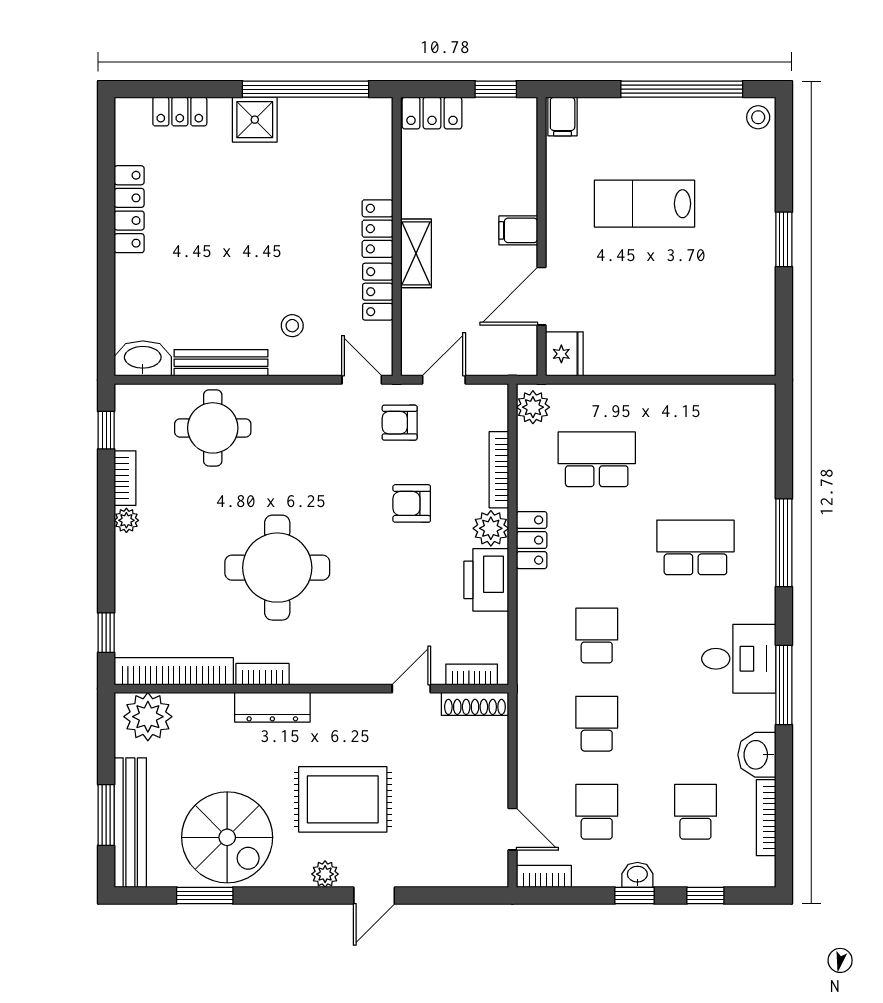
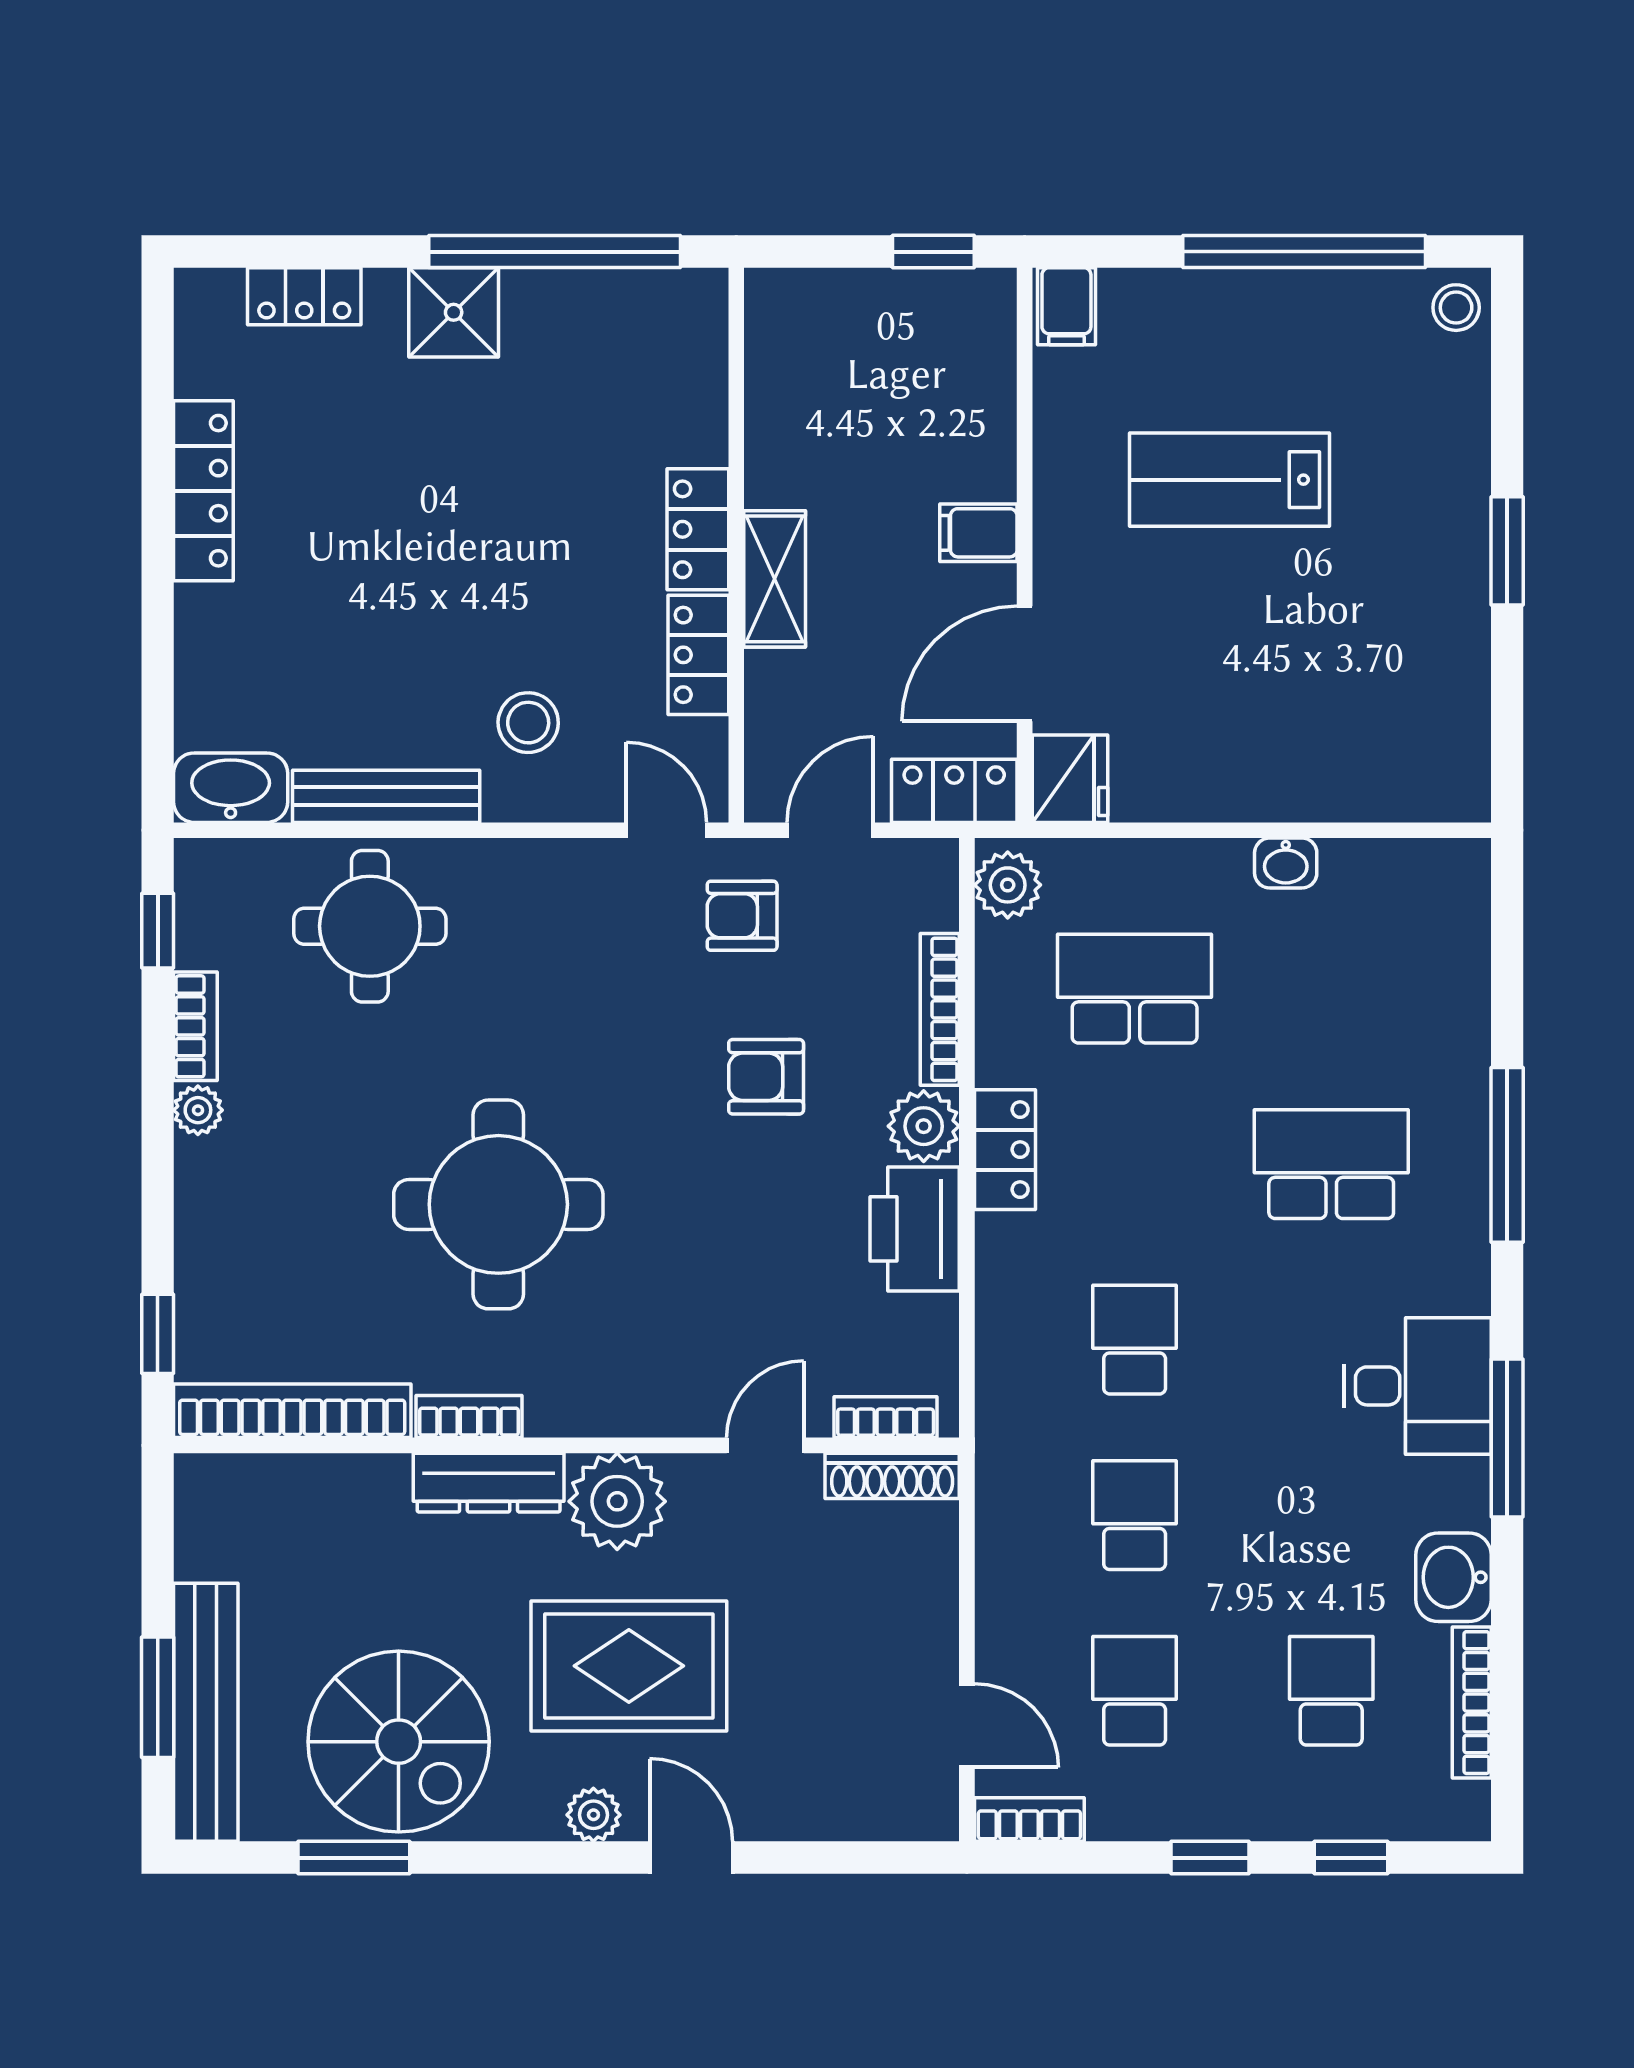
locker: (432, 113) -> (954, 791), moved, turned 180
stool: (292, 326) -> (528, 723), width x1.37, depth x1.37
plant: (148, 717) -> (617, 1501), moved
washbasin: (637, 875) -> (1286, 863), moved, turned 180
door: (374, 896) -> (691, 1858), swing flipped

